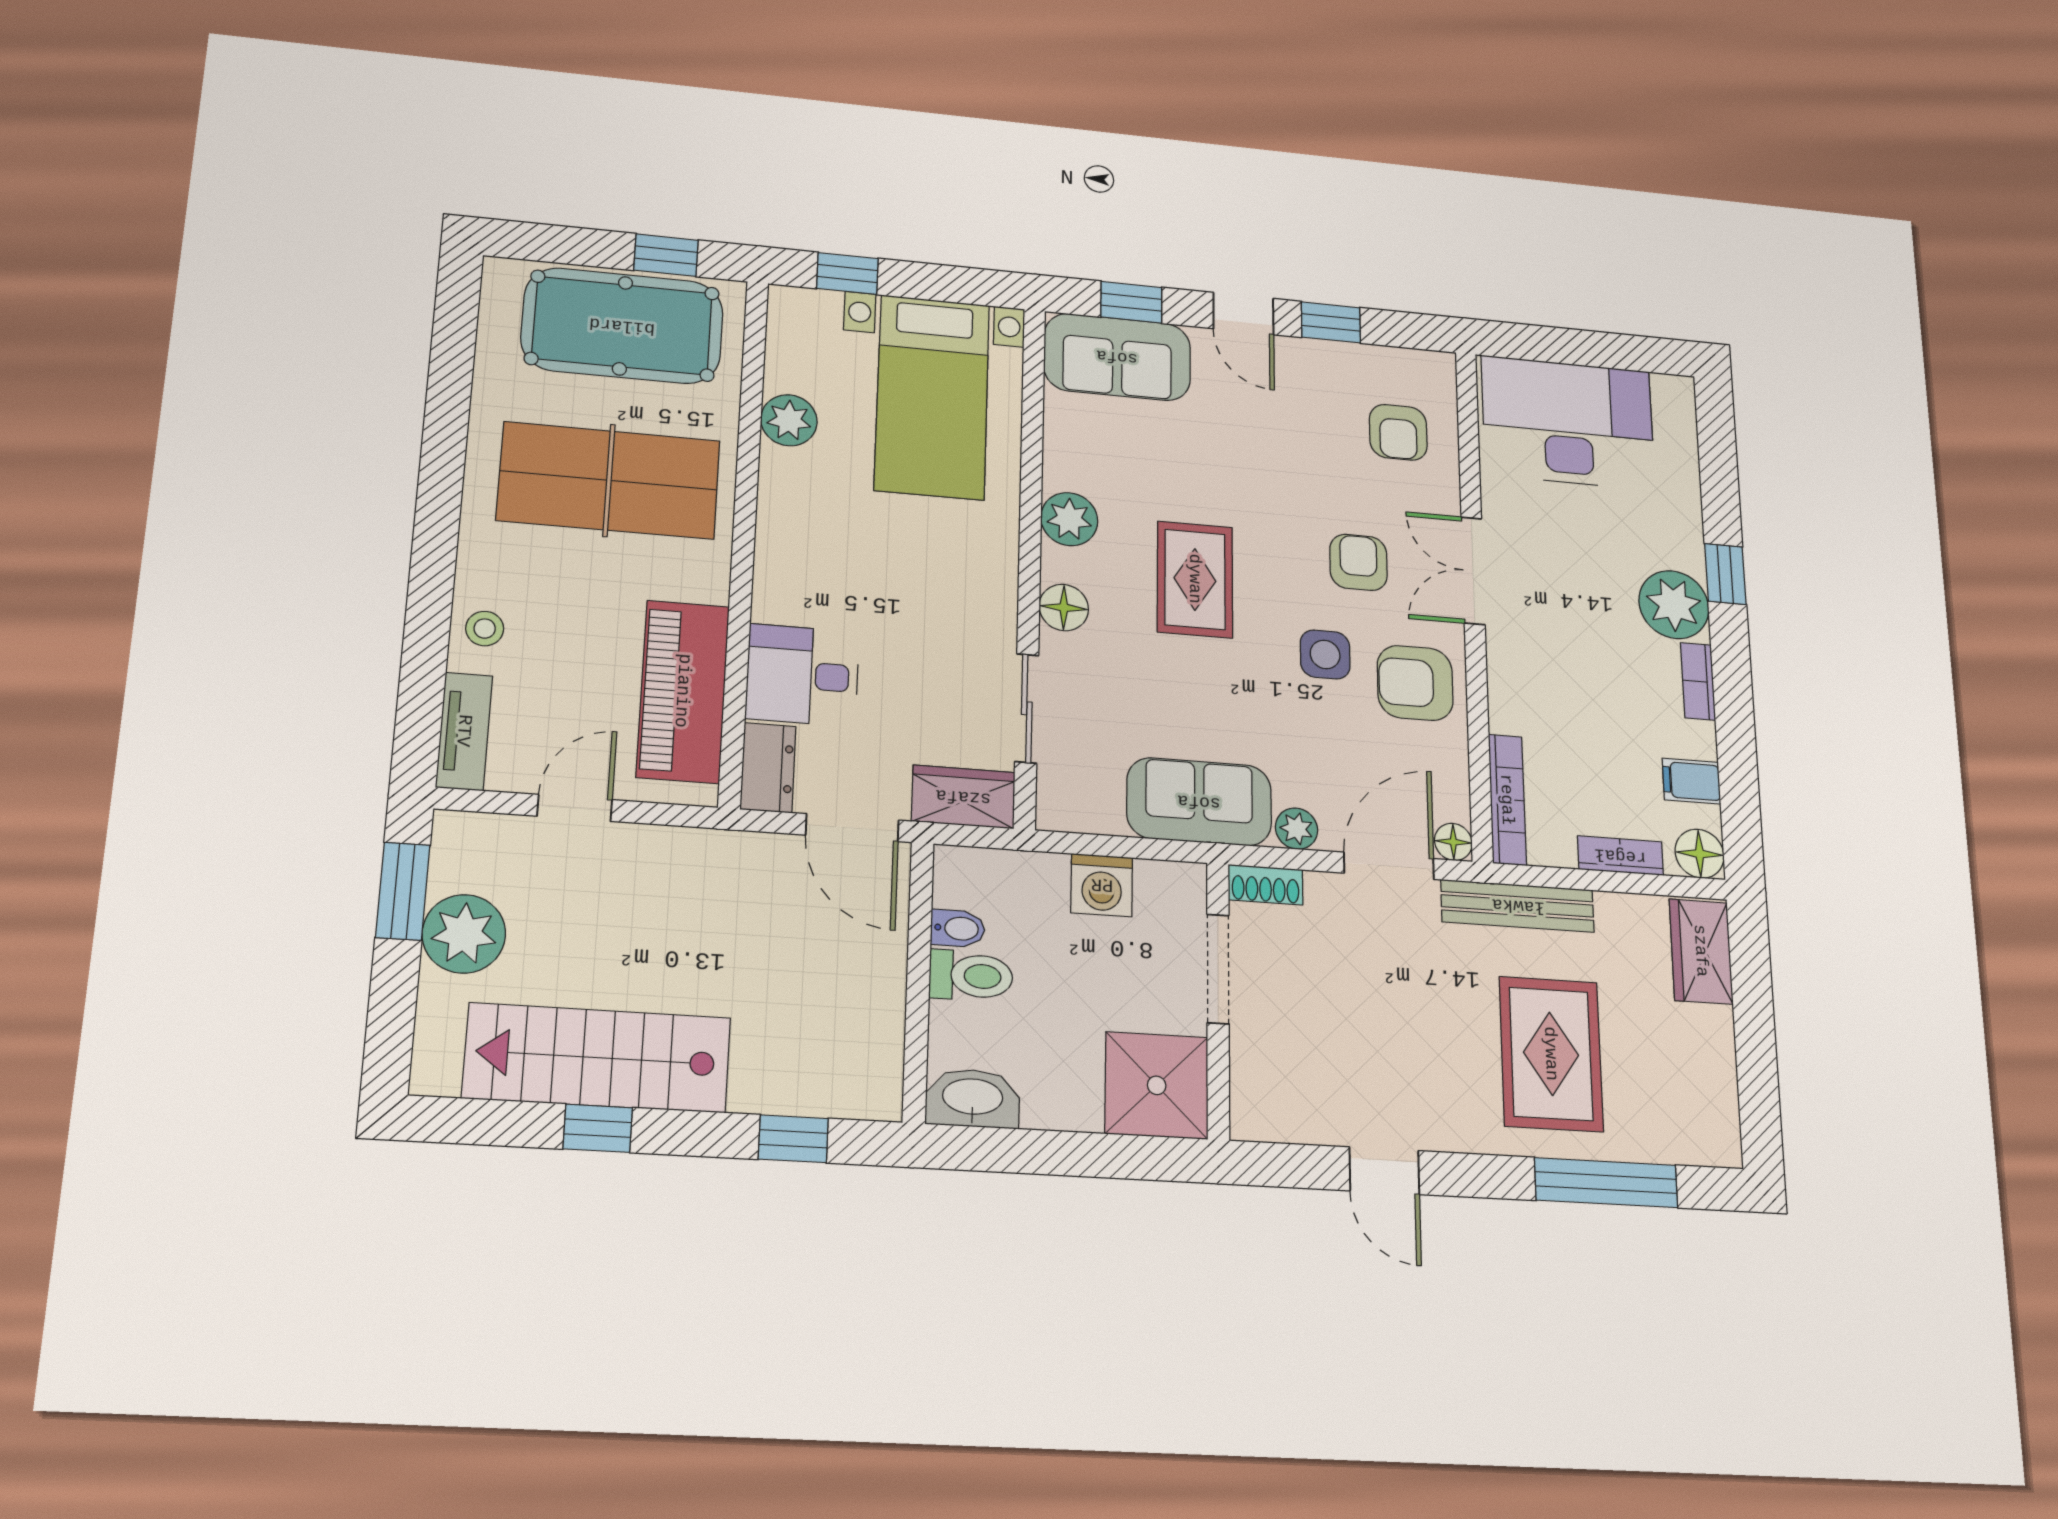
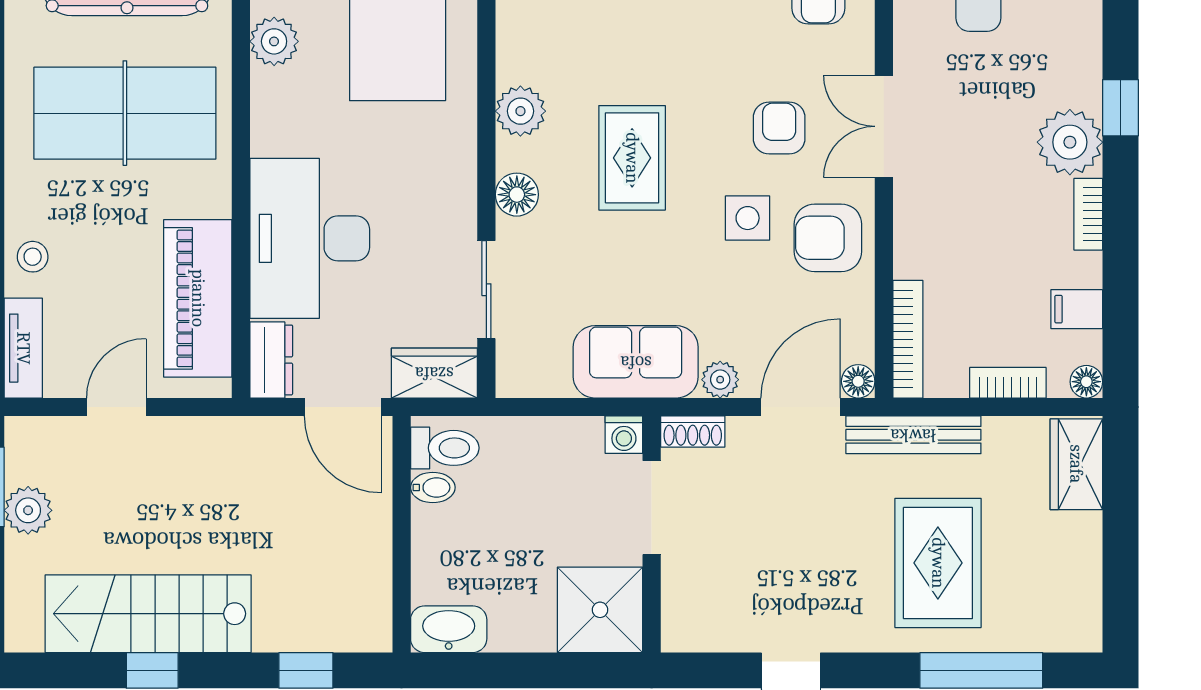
desk: (802, 675) -> (310, 238), width x1.87, depth x1.30
floor lamp: (1700, 854) -> (1086, 382), width x0.73, depth x0.73
washing machine: (1102, 885) -> (624, 435), moved, width x0.73, depth x0.73
plant: (464, 934) -> (28, 510), width x0.73, depth x0.73
toilet: (971, 976) -> (445, 448), moved

